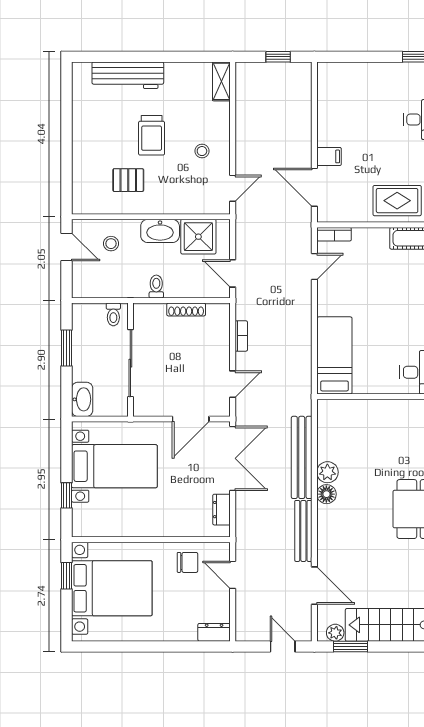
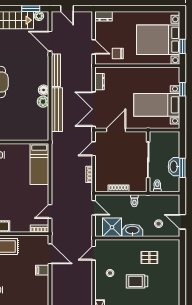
trolley: (152, 135) -> (137, 281), turned -90
washbasin: (82, 399) -> (174, 167), moved

